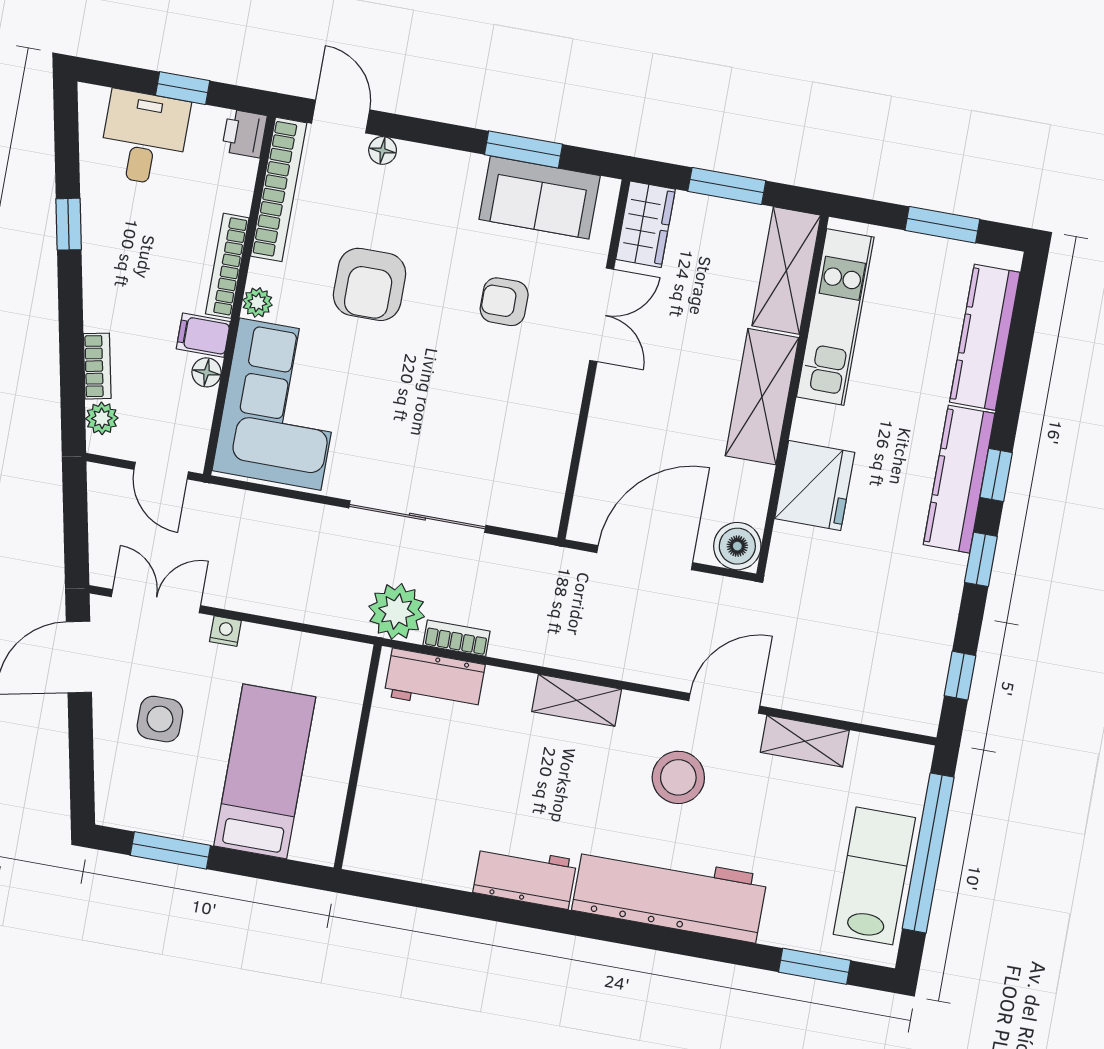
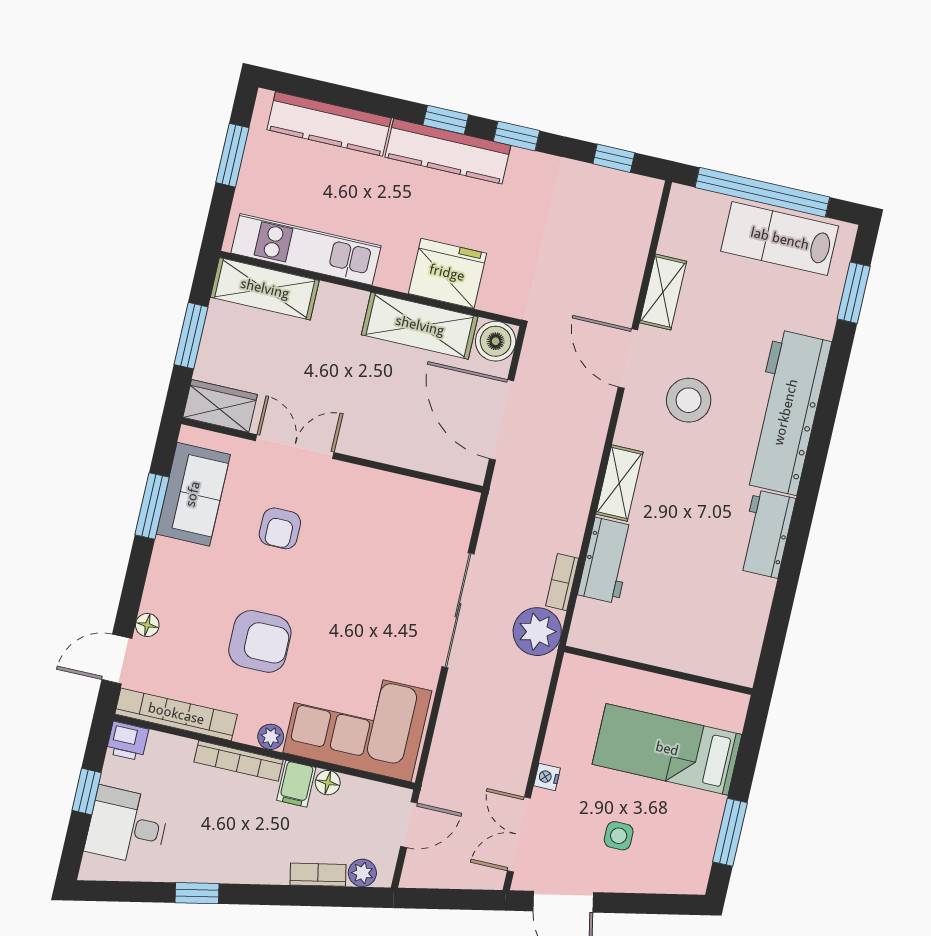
shelving: (762, 397) -> (420, 326), moved
workbench: (435, 680) -> (606, 560), moved
side table: (160, 719) -> (619, 836), width x0.73, depth x0.73

